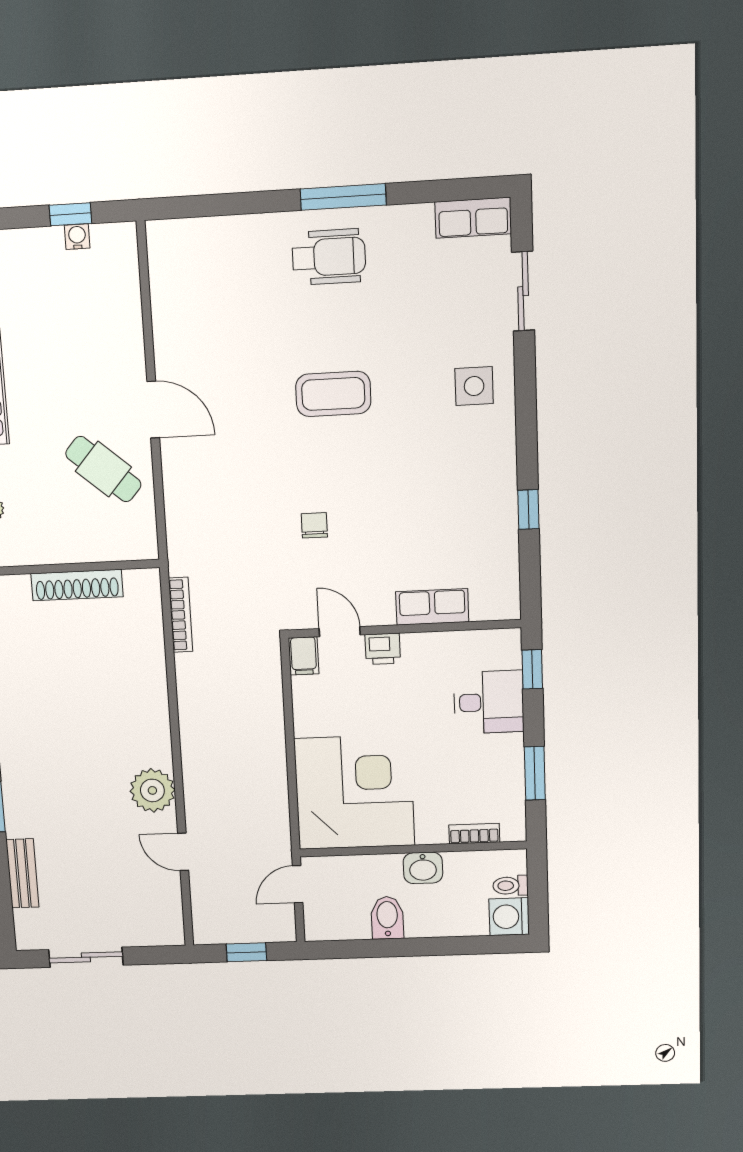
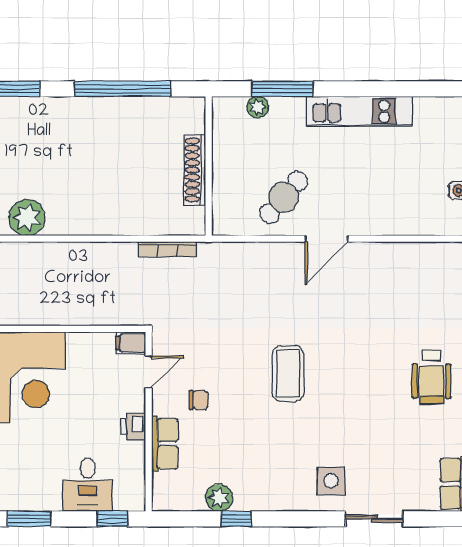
sliding door: (523, 291) -> (374, 519), moved
coffee table: (333, 394) -> (288, 374), moved
chair: (314, 525) -> (199, 400), moved
plant: (501, 533) -> (219, 498), added
printer: (383, 649) -> (134, 427), moved

